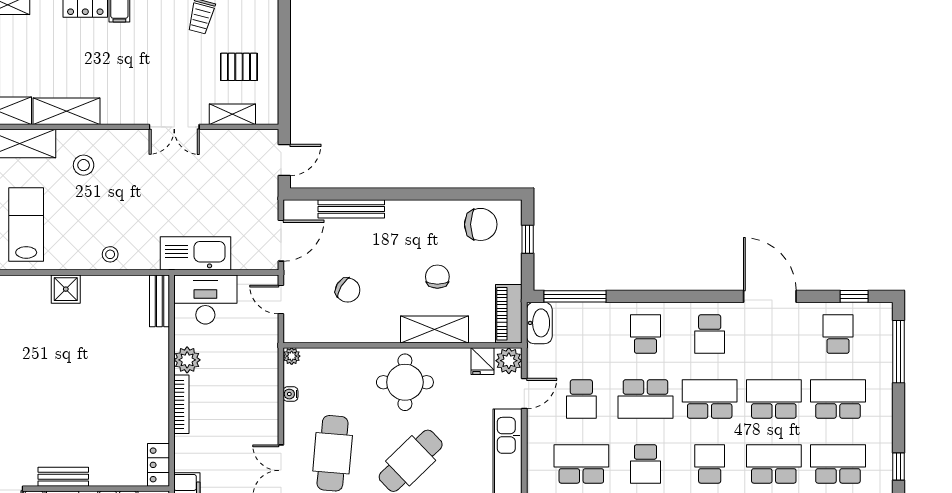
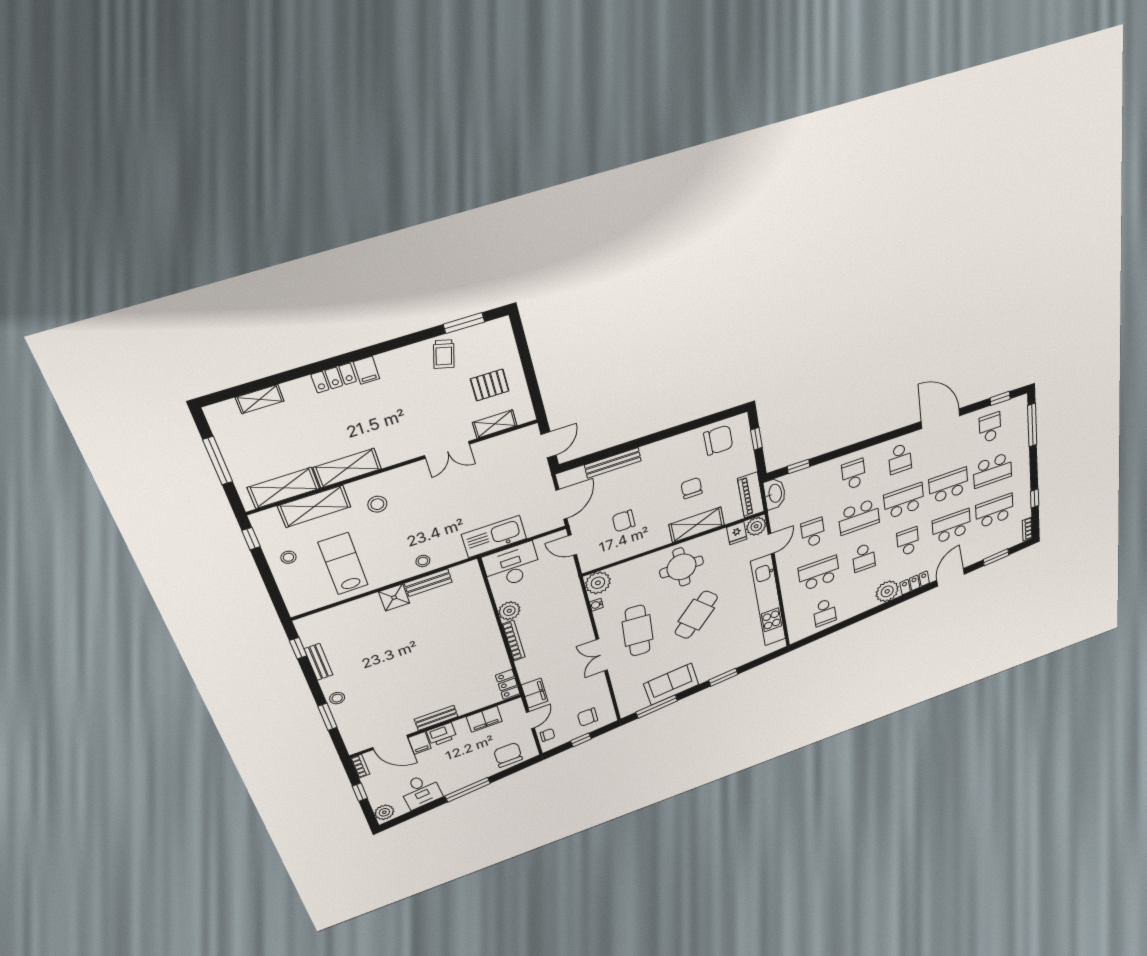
chair: (348, 290) -> (624, 521), turned 149
window: (575, 296) -> (798, 466), width x0.46
bench: (159, 301) -> (428, 583), moved, turned 90
plant: (292, 356) -> (598, 583), width x1.88, depth x1.88
school desk: (581, 399) -> (813, 533), turned 180
school desk: (838, 399) -> (992, 470), turned 180

